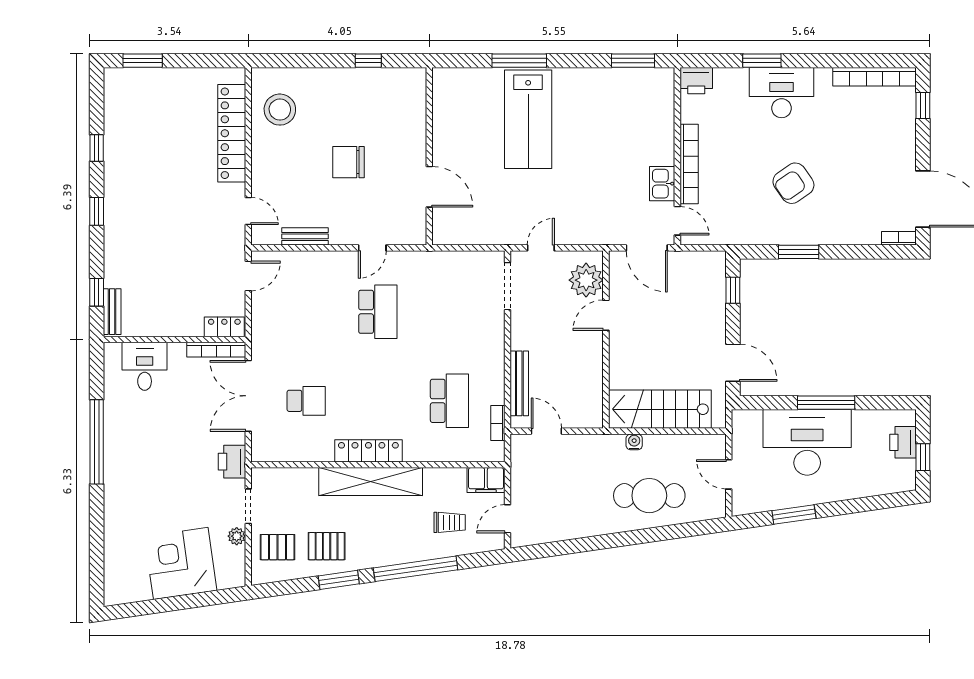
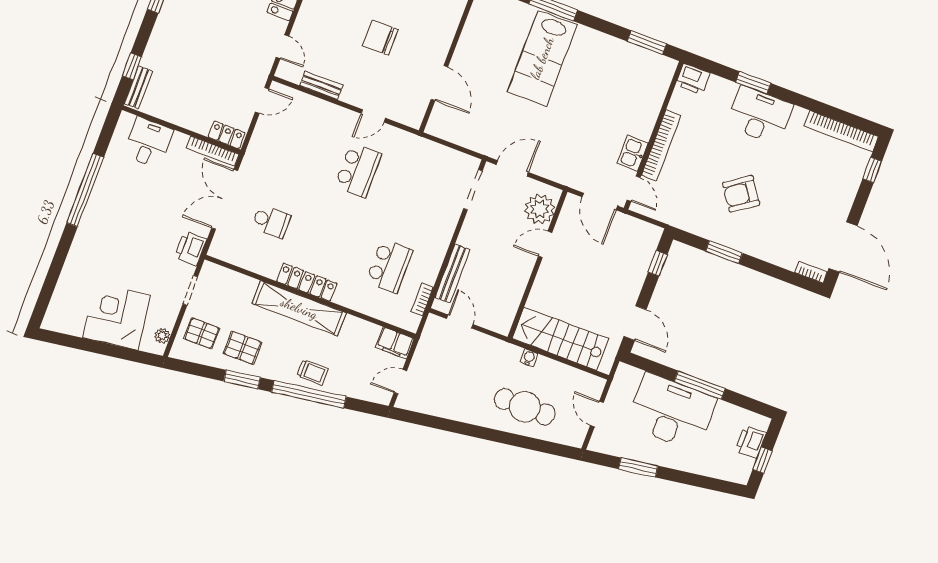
door: (541, 248) -> (512, 168), width x1.38
trolley: (450, 522) -> (312, 372), moved
plant: (237, 536) -> (162, 336), moved

